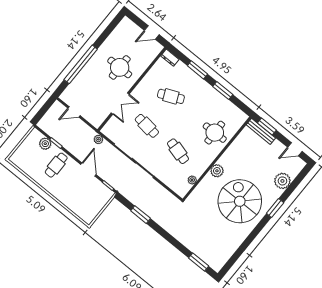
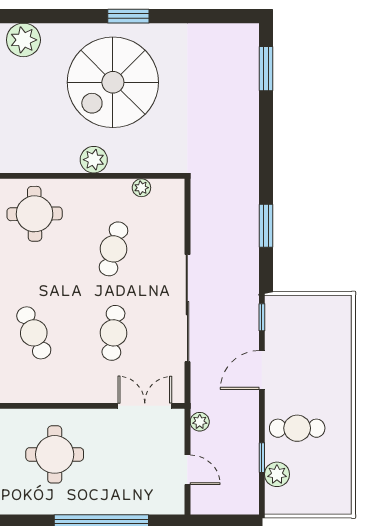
double door: (120, 104) -> (145, 406), moved
plant: (98, 139) -> (200, 422), moved
window: (275, 208) -> (128, 16), moved

